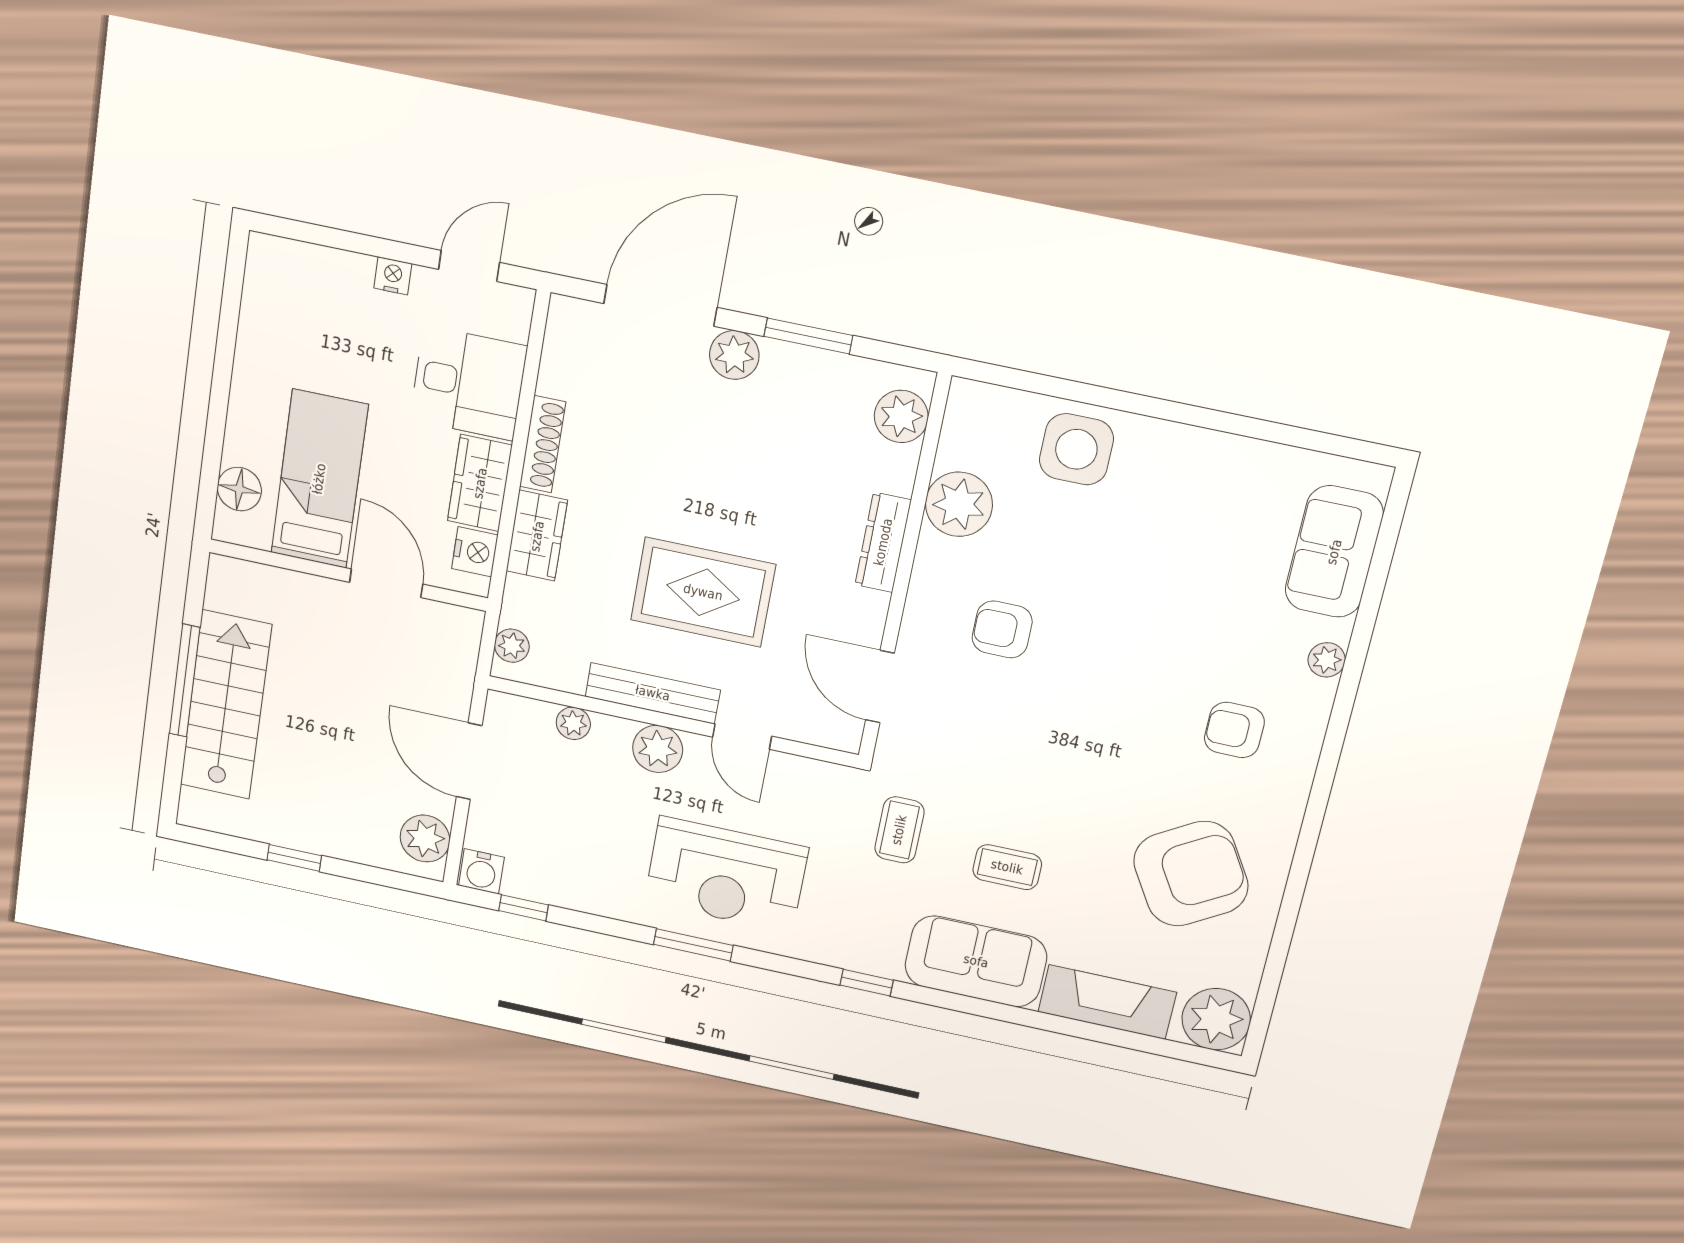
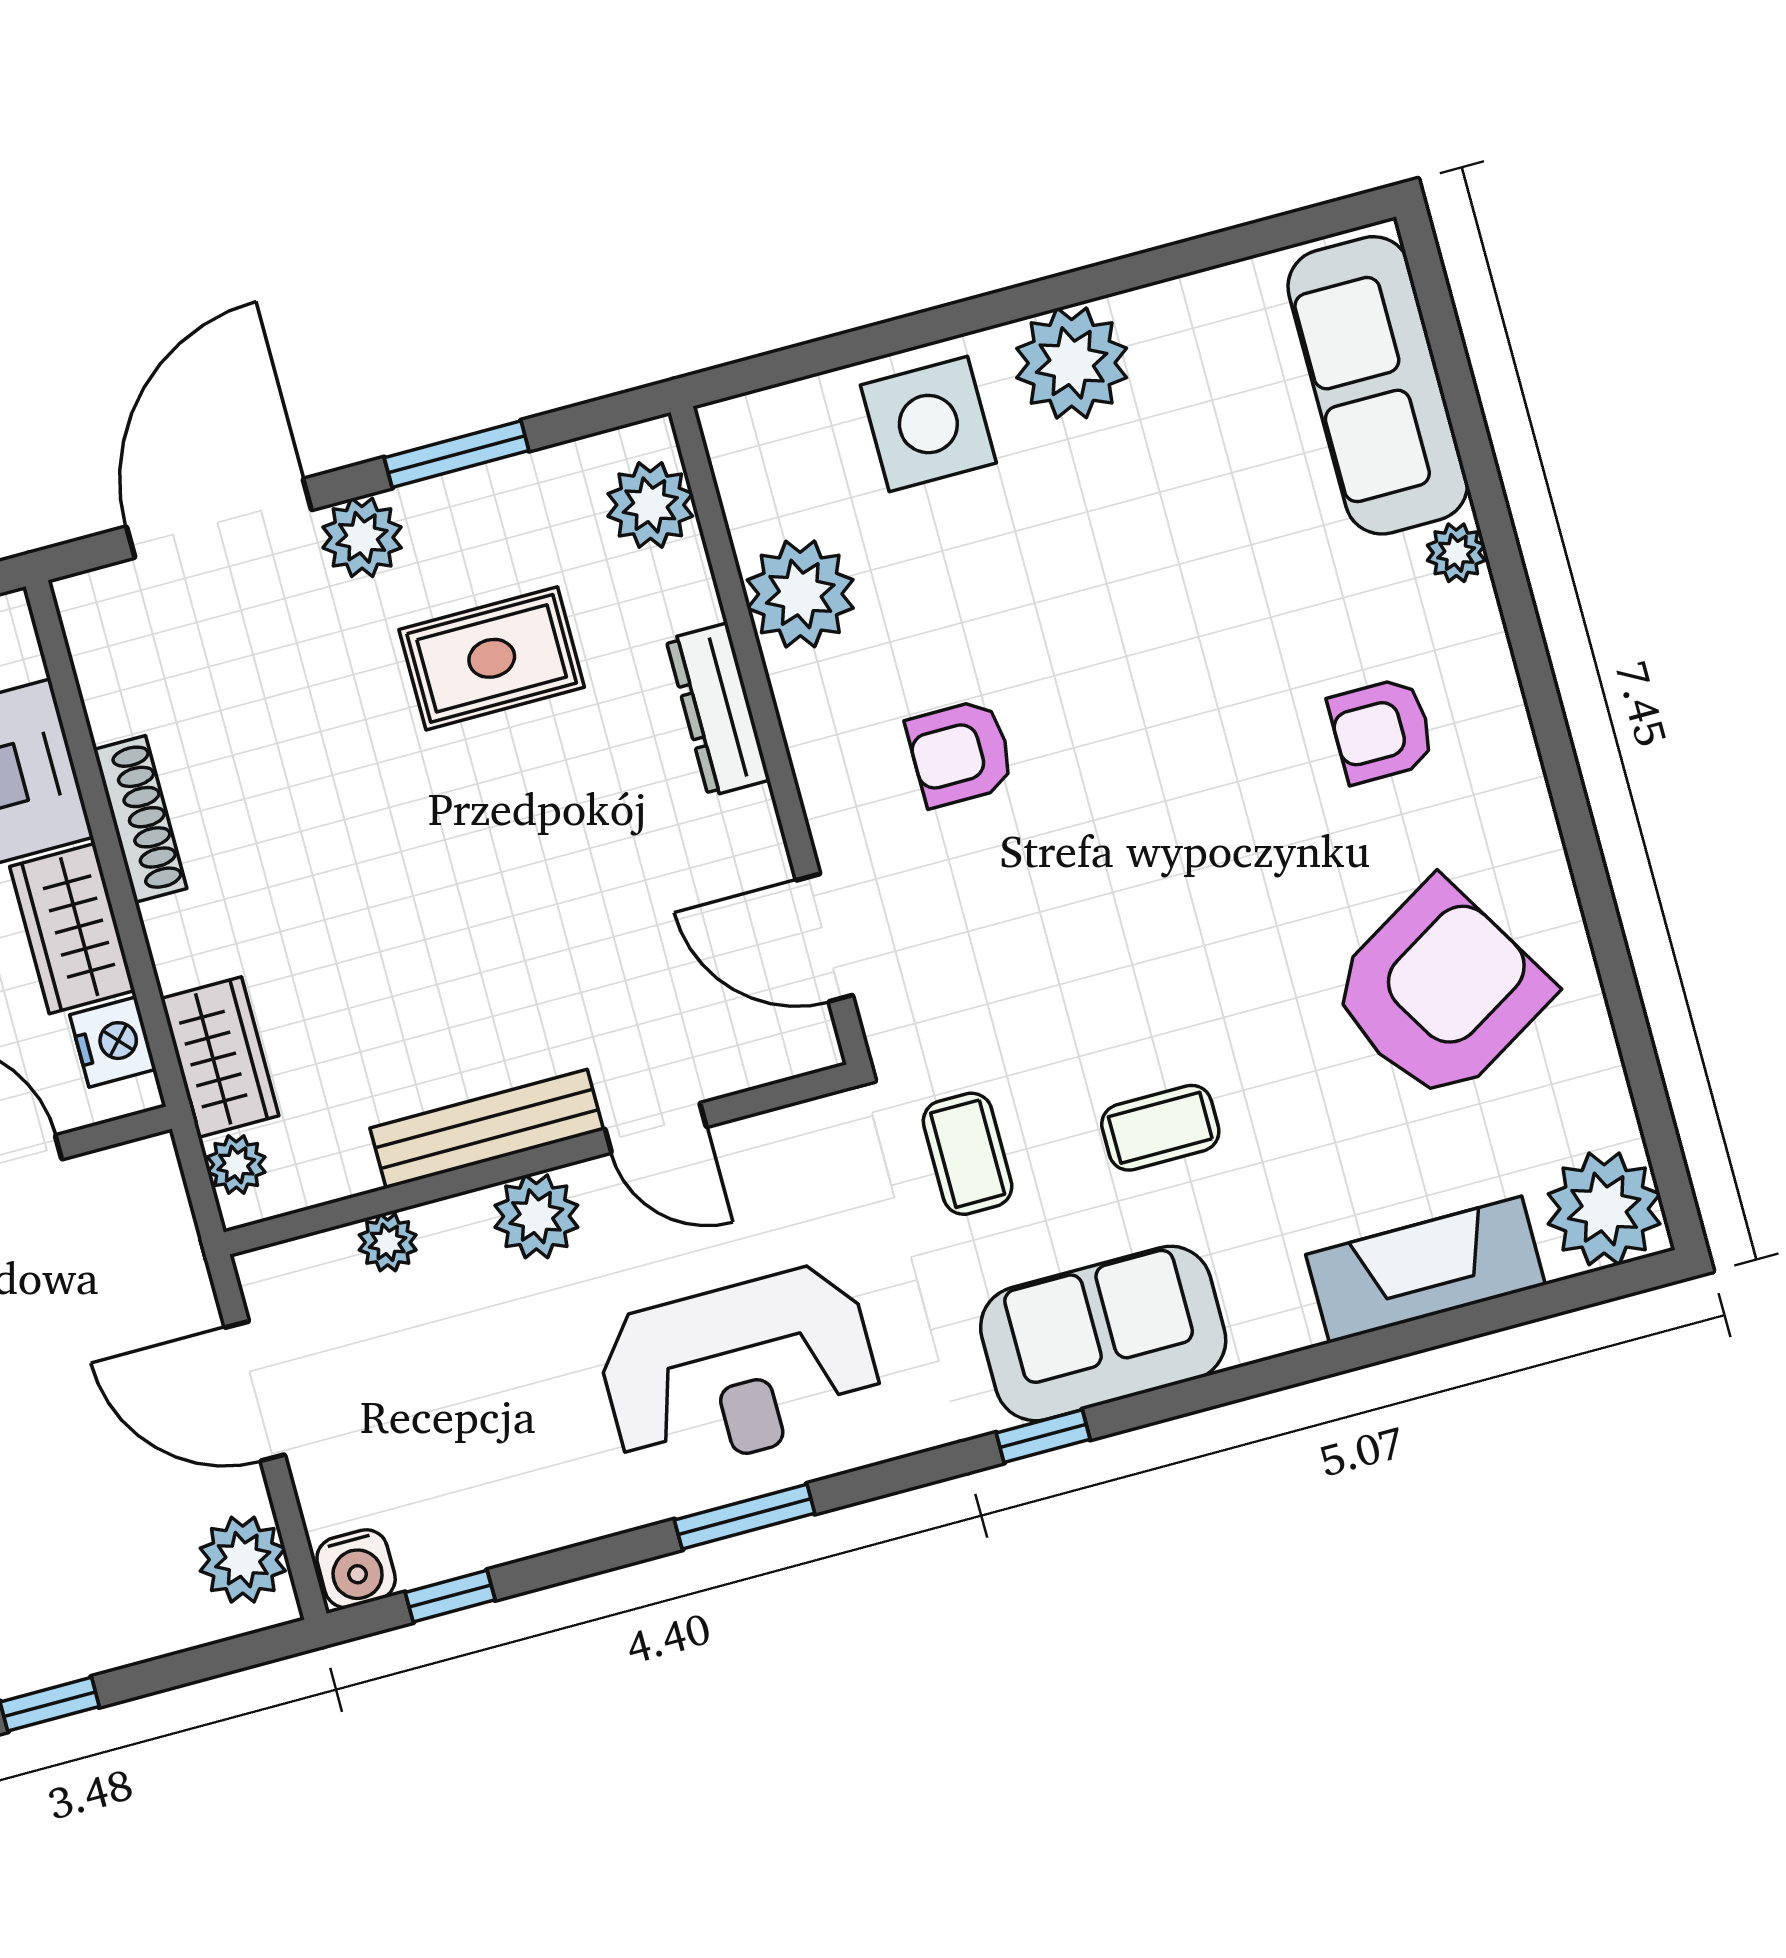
plant: (1173, 456) -> (1072, 363), added
wardrobe: (537, 536) -> (220, 1057), moved
sofa: (1334, 552) -> (1378, 385), width x1.36
rug: (703, 592) -> (492, 658), moved, width x0.73, depth x0.70
sofa: (976, 961) -> (1103, 1333), moved

